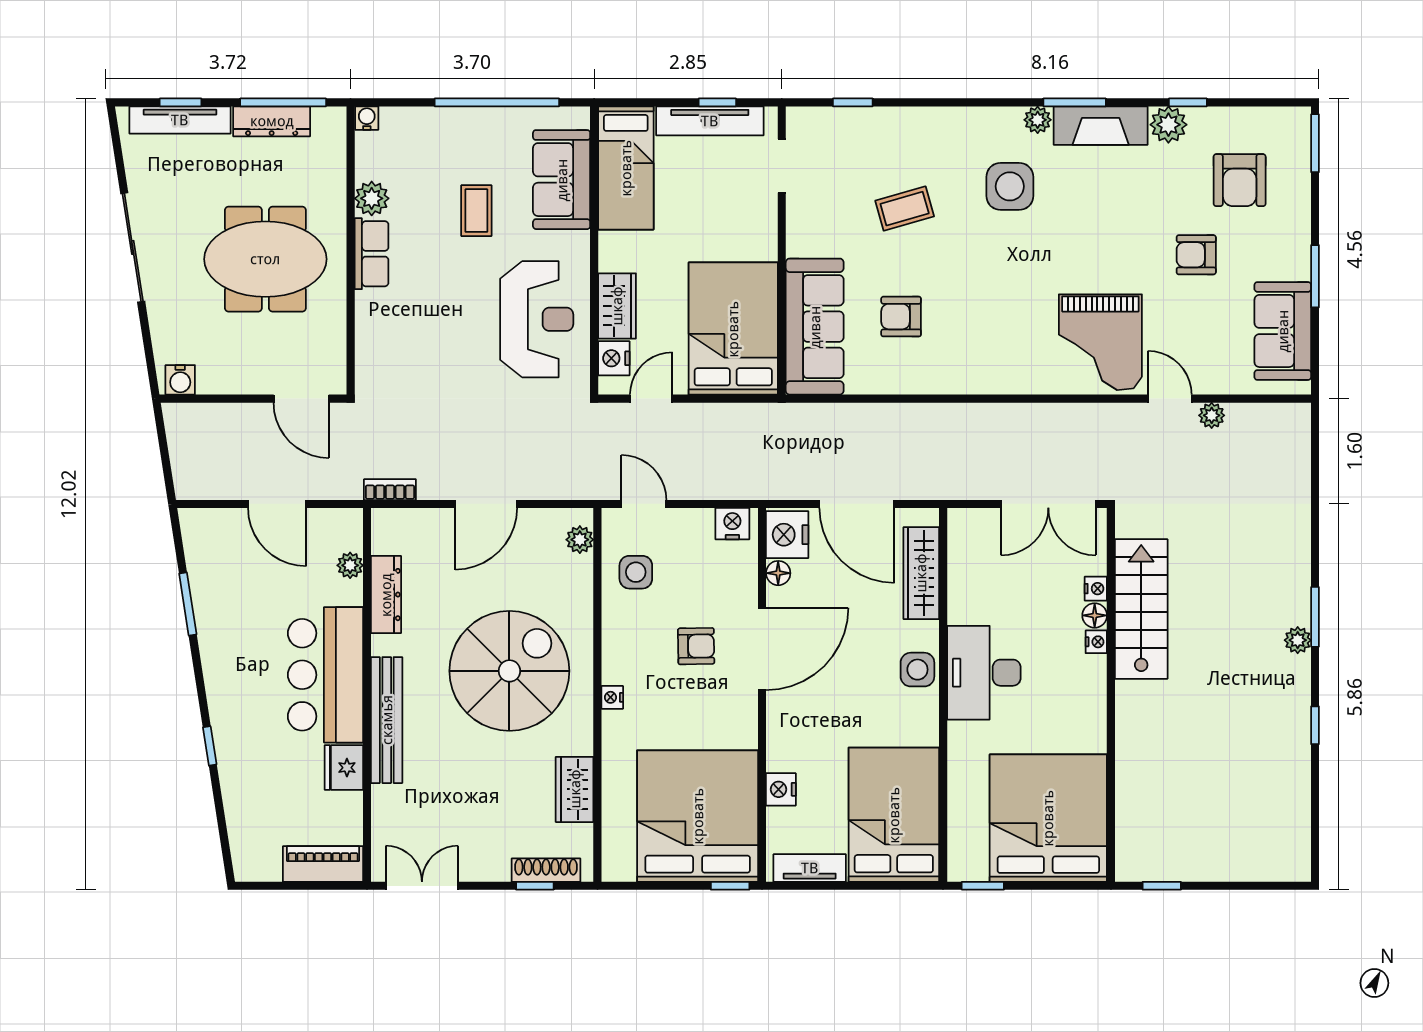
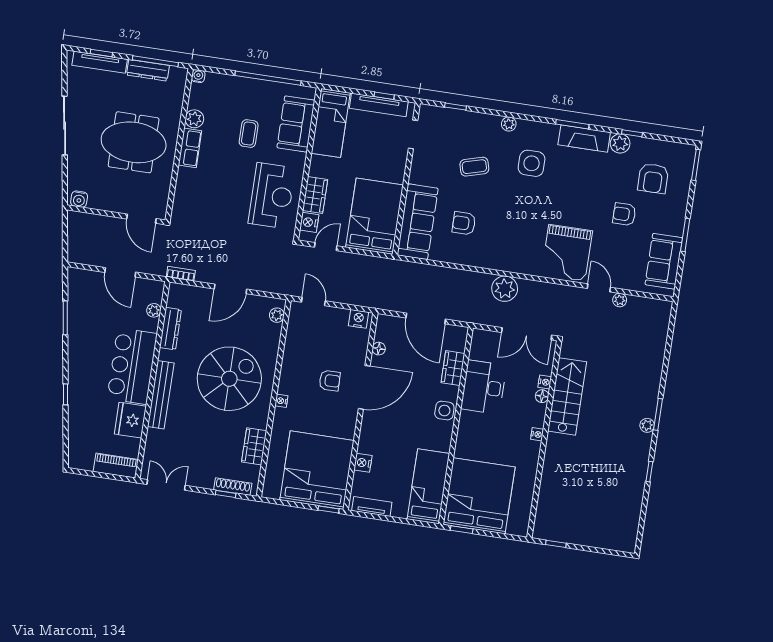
plant: (1038, 120) -> (509, 124), moved
plant: (995, 427) -> (505, 289), added
nightstand: (787, 535) -> (386, 329), removed
side table: (636, 572) -> (304, 337), removed
wardrobe: (921, 573) -> (453, 368), width x0.67
nightstand: (1096, 642) -> (537, 434), moved
desk: (984, 673) -> (484, 387), moved
fridge: (344, 768) -> (130, 420), width x1.36, depth x1.34
bed: (894, 815) -> (428, 486), width x0.67
bed: (1048, 818) -> (479, 496), moved

